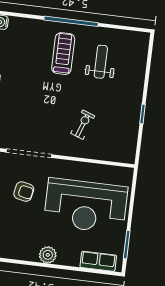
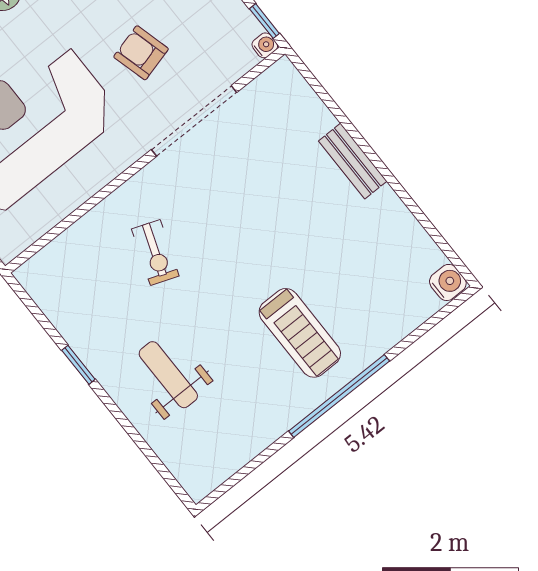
weight bench: (101, 62) -> (168, 375), moved, turned 180
armchair: (24, 192) -> (141, 53), turned 64

